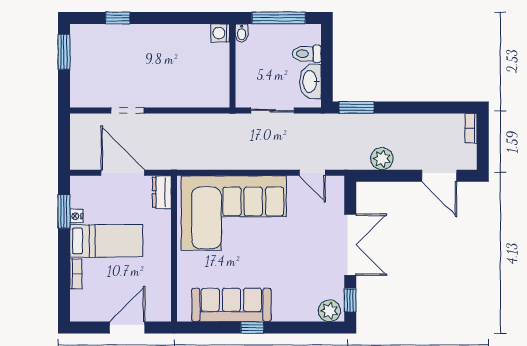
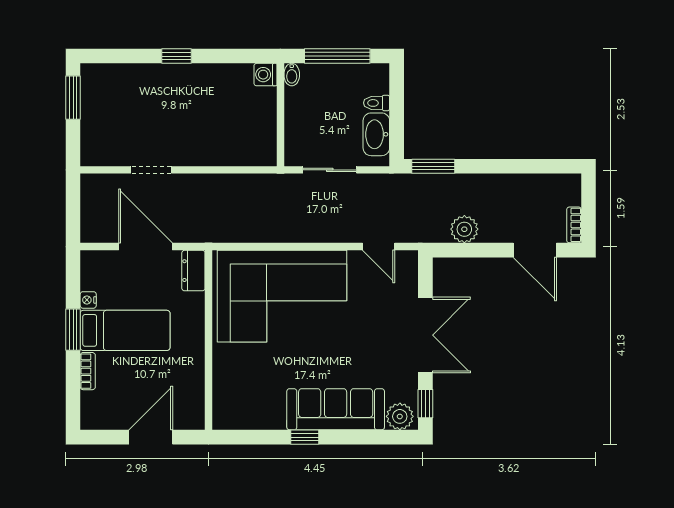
window: (118, 18) -> (176, 56), moved
toilet: (307, 54) -> (377, 103), width x0.73, depth x0.72
bookcase: (471, 128) -> (574, 225), moved
window: (64, 211) -> (73, 330), moved
sofa: (231, 305) -> (336, 409), moved

